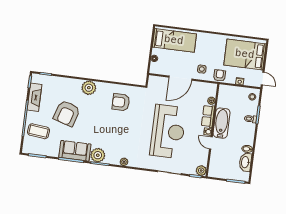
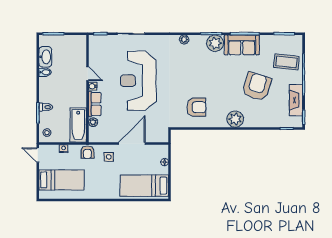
bed: (245, 54) -> (62, 180), width x0.67
bathtub: (222, 123) -> (78, 125), moved
plant: (201, 171) -> (95, 41), removed

